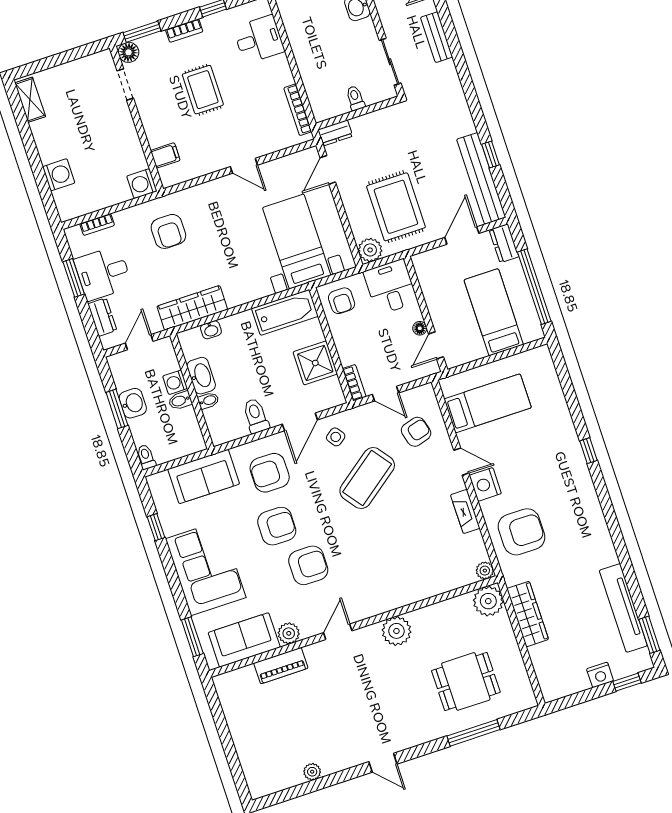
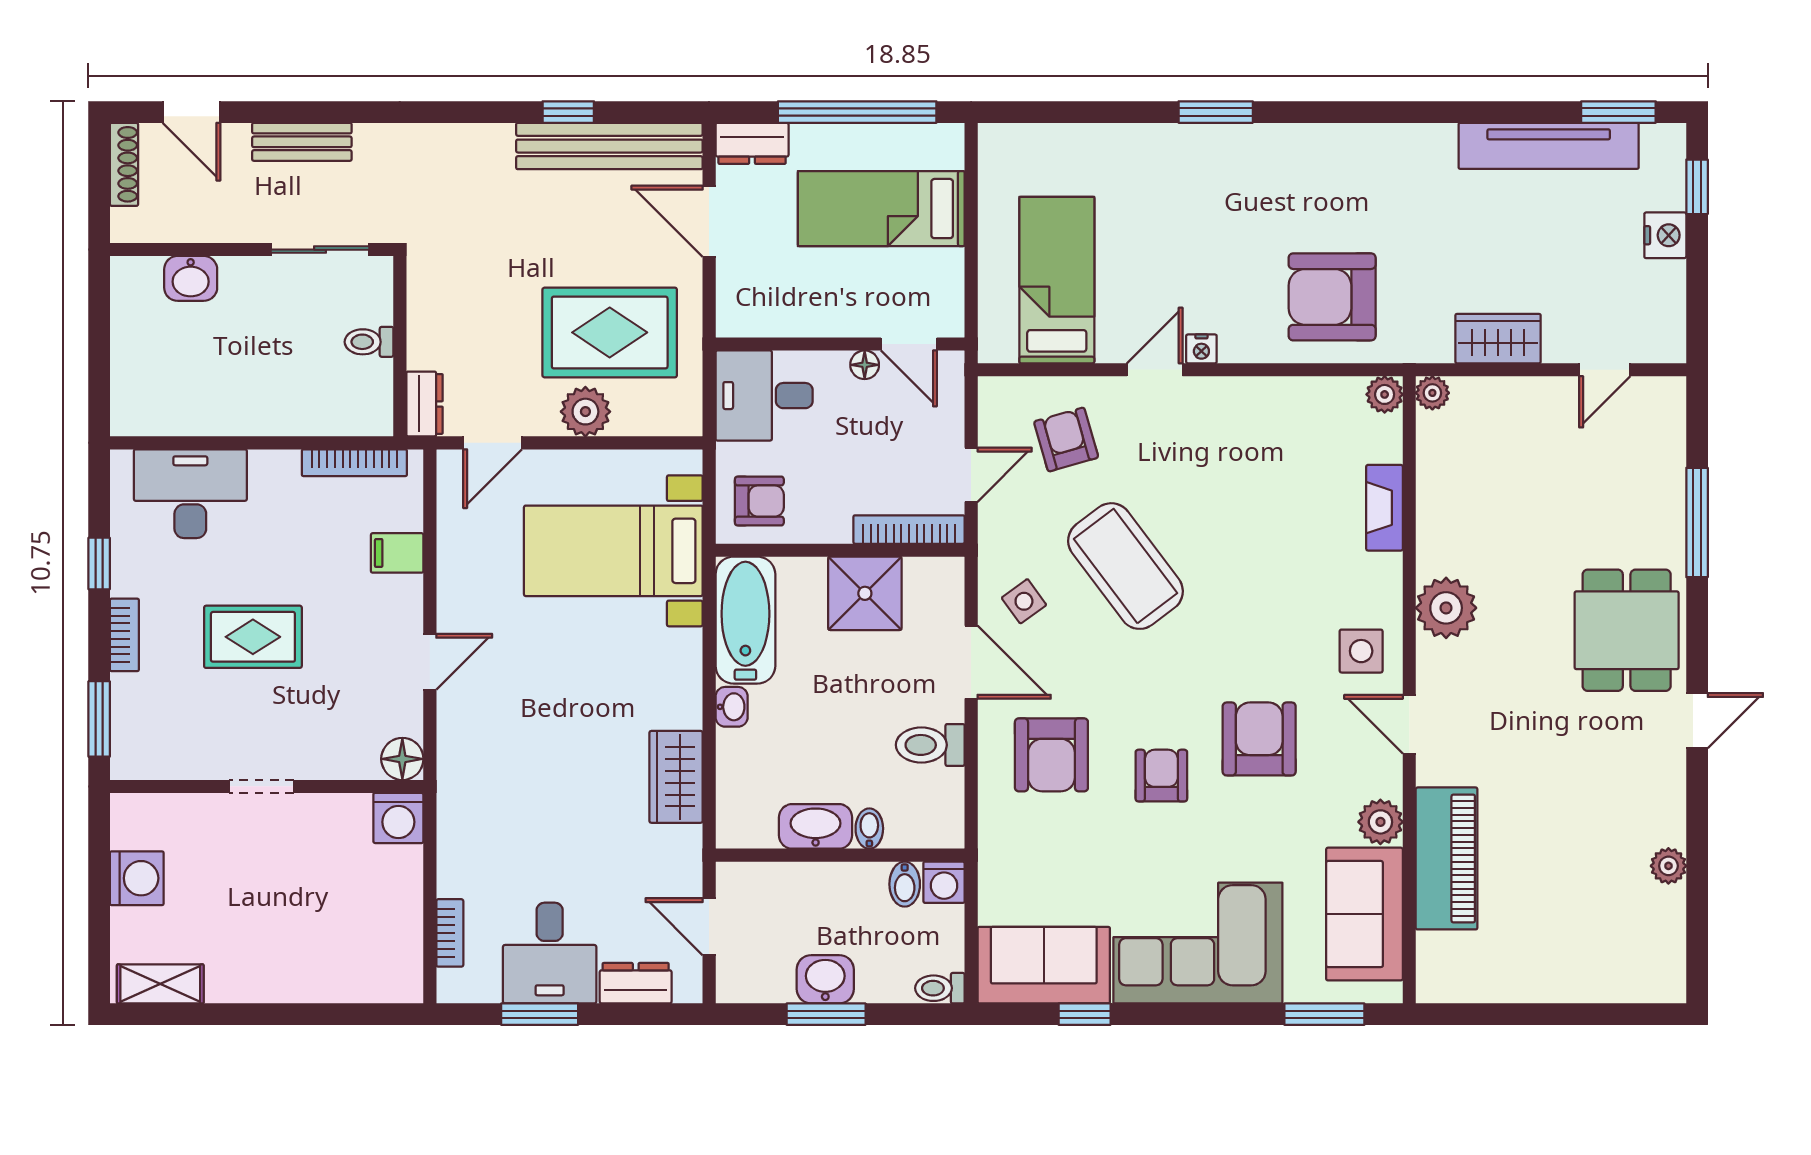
desk: (259, 39) -> (190, 494), width x1.37
floor lamp: (129, 52) -> (402, 759), moved
doorway: (125, 84) -> (261, 786), moved
filing cabinet: (165, 155) -> (397, 553), moved, turned -90
door: (244, 166) -> (430, 662), moved
door: (328, 170) -> (493, 443), hinge flipped
washing machine: (59, 175) -> (137, 878), moved, turned 90
armchair: (168, 231) -> (510, 797), removed
plant: (370, 250) -> (585, 412), moved
wardrobe: (192, 308) -> (676, 777), width x0.67
washbasin: (211, 330) -> (732, 707), moved
washing machine: (175, 382) -> (944, 882), moved
bookcase: (354, 383) -> (909, 530), width x1.56
bidet: (180, 401) -> (905, 884), moved
window: (588, 451) -> (1216, 112), width x1.50
sofa: (204, 476) -> (1044, 965), moved, turned -90
nightstand: (485, 484) -> (1201, 349), width x0.53, depth x0.56
fireplace: (465, 511) -> (1384, 508), moved, turned 90
armchair: (277, 526) -> (1161, 776), width x0.72, depth x0.72
armchair: (522, 532) -> (1332, 297), turned -90
side table: (364, 599) -> (1361, 651), added
plant: (488, 601) -> (1432, 393), width x0.53, depth x0.53
wardrobe: (528, 614) -> (1498, 339), width x0.67
piano: (281, 666) -> (1447, 858), width x1.37, depth x1.33
door: (529, 668) -> (1605, 370), added
dining table: (466, 681) -> (1627, 630), moved

